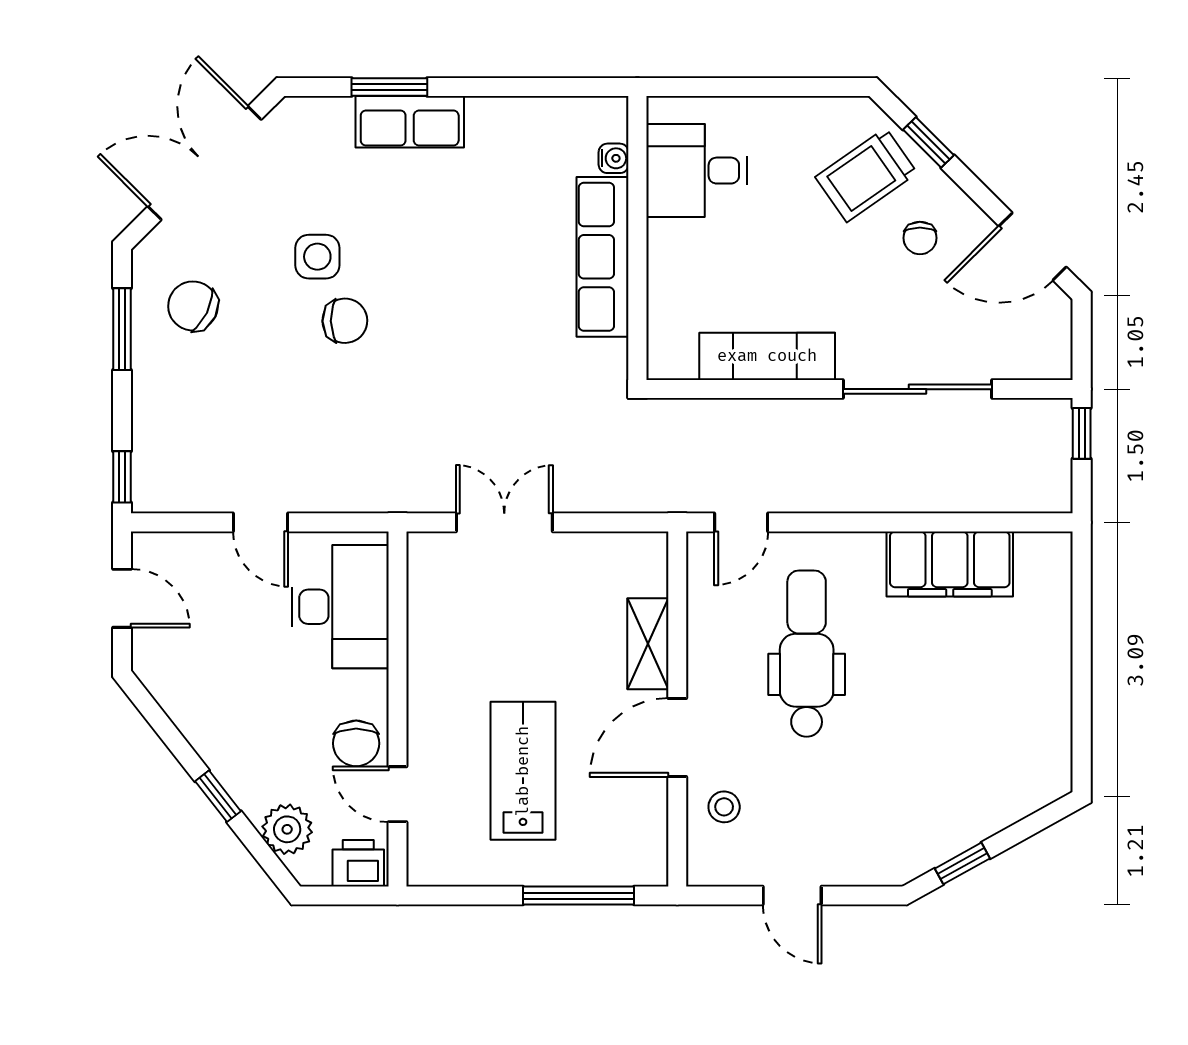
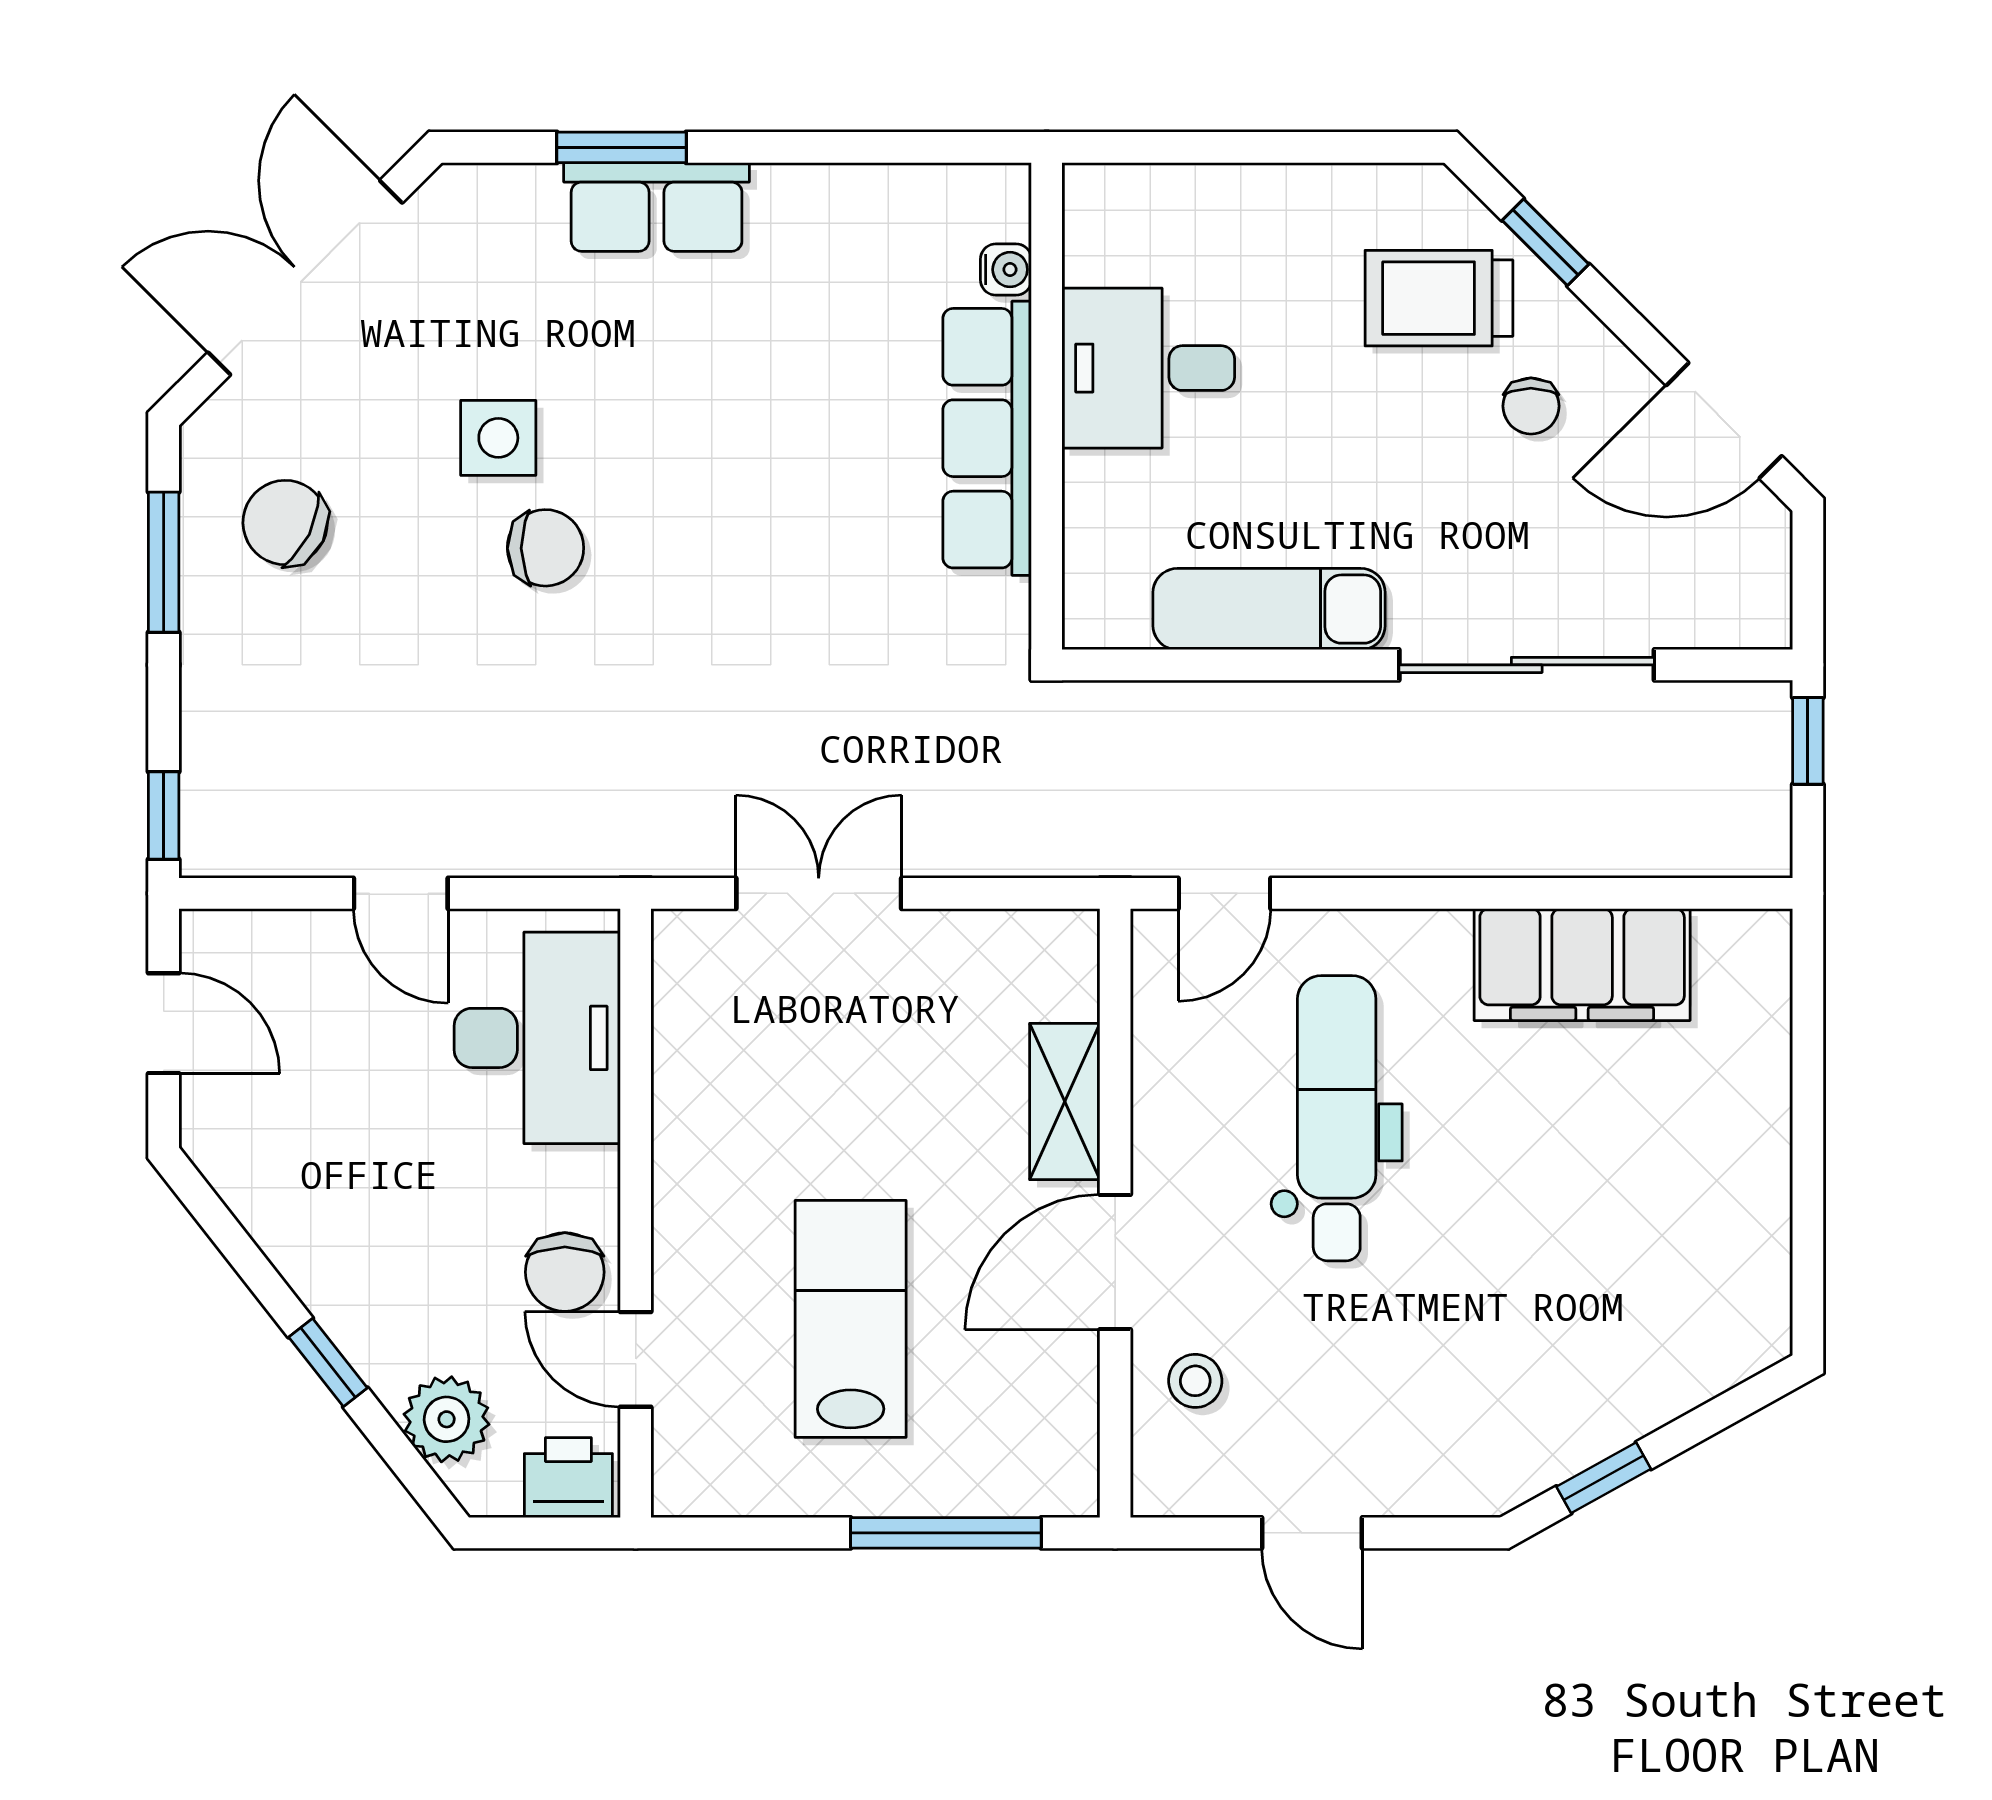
desk: (697, 171) -> (1148, 368), moved
trolley: (866, 175) -> (1439, 298), turned 35

